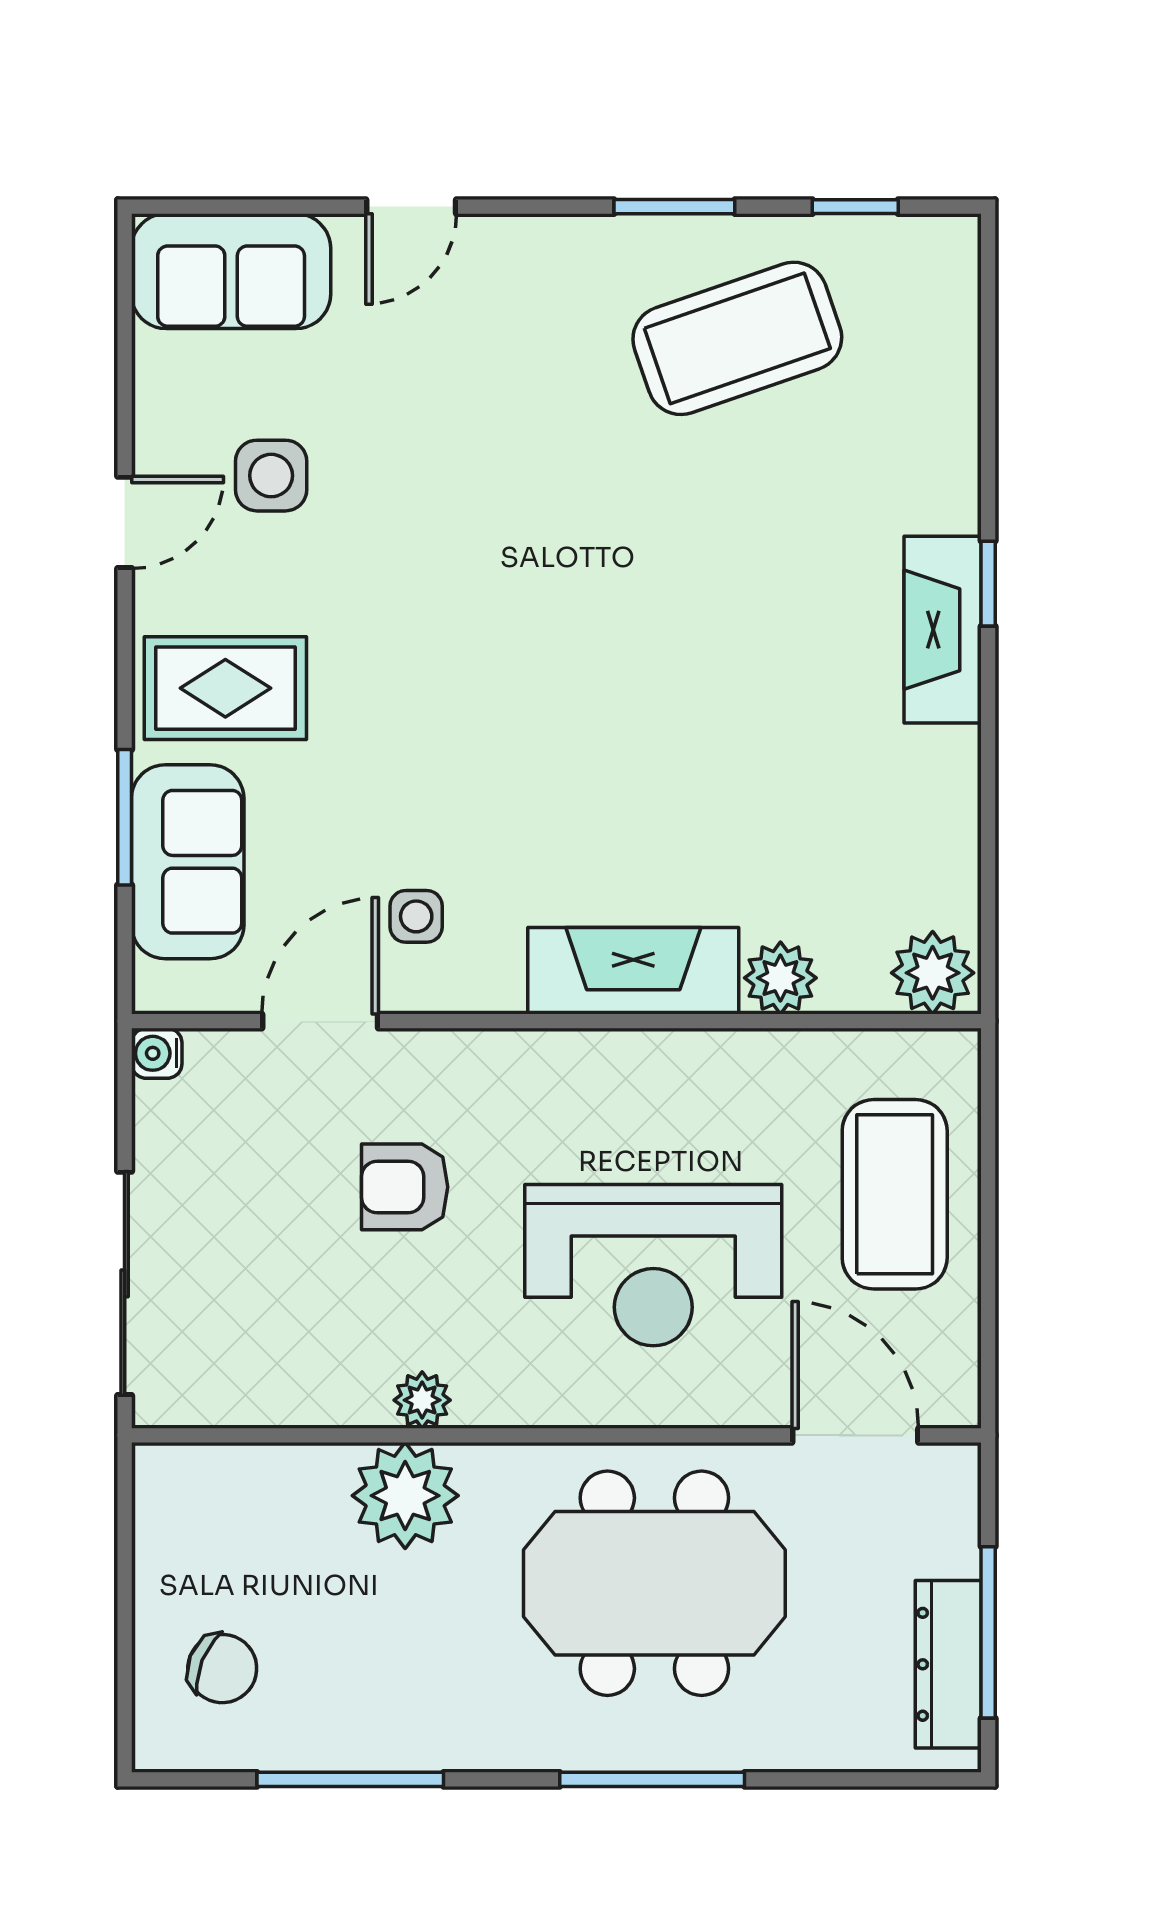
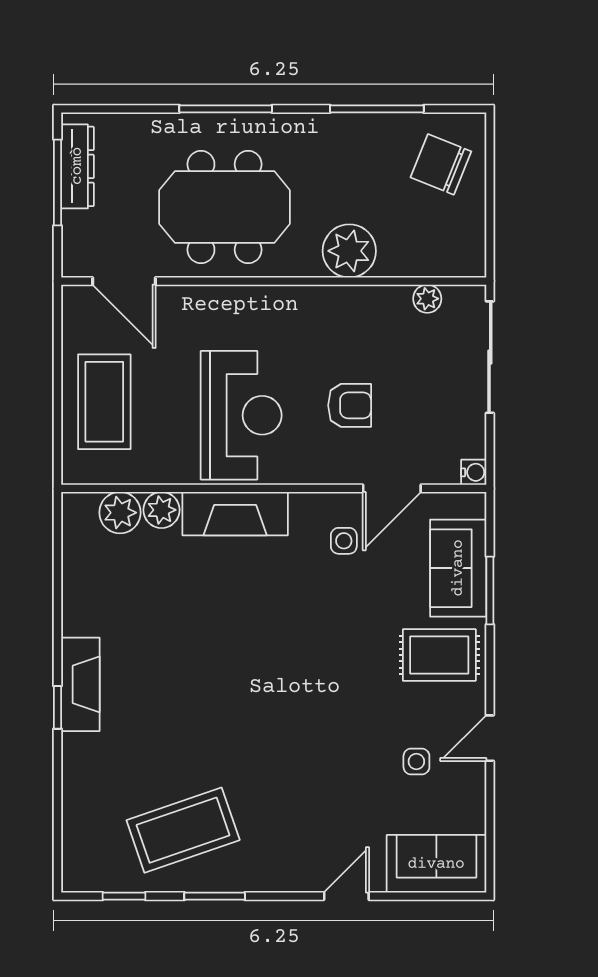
side table: (271, 476) -> (416, 761), width x0.73, depth x0.73
plant: (933, 973) -> (120, 513), moved
reception desk: (653, 1265) -> (241, 415), moved, turned 90
plant: (422, 1400) -> (427, 299), moved
chair: (222, 1669) -> (441, 164), width x1.37, depth x1.37

